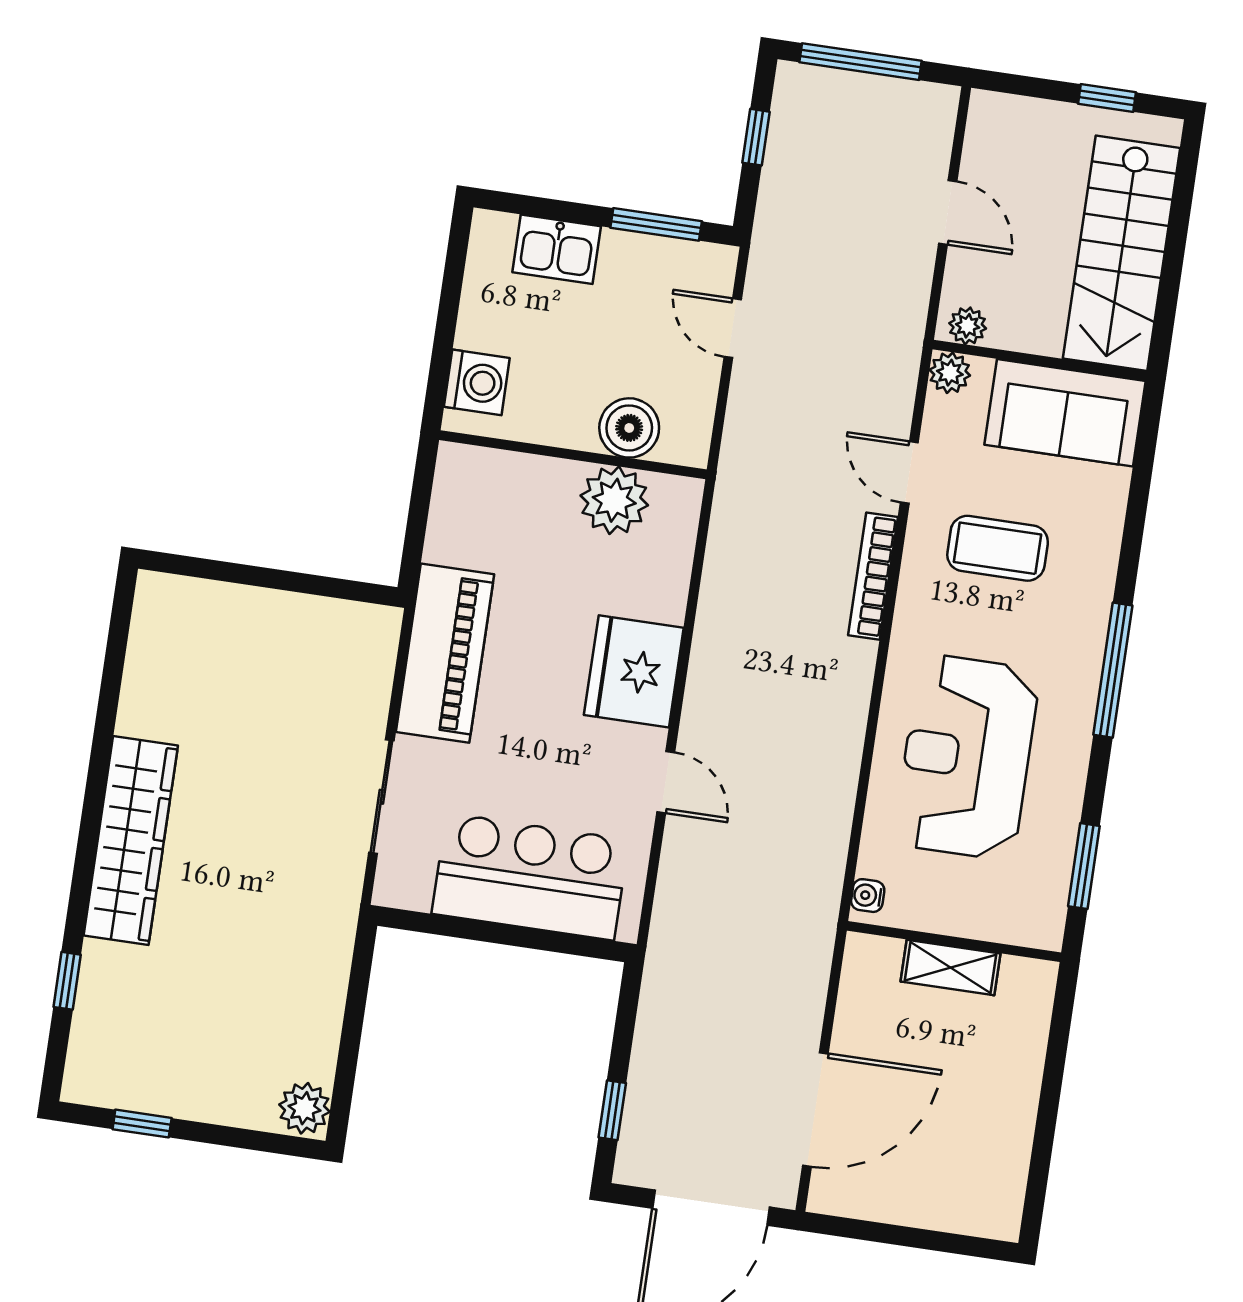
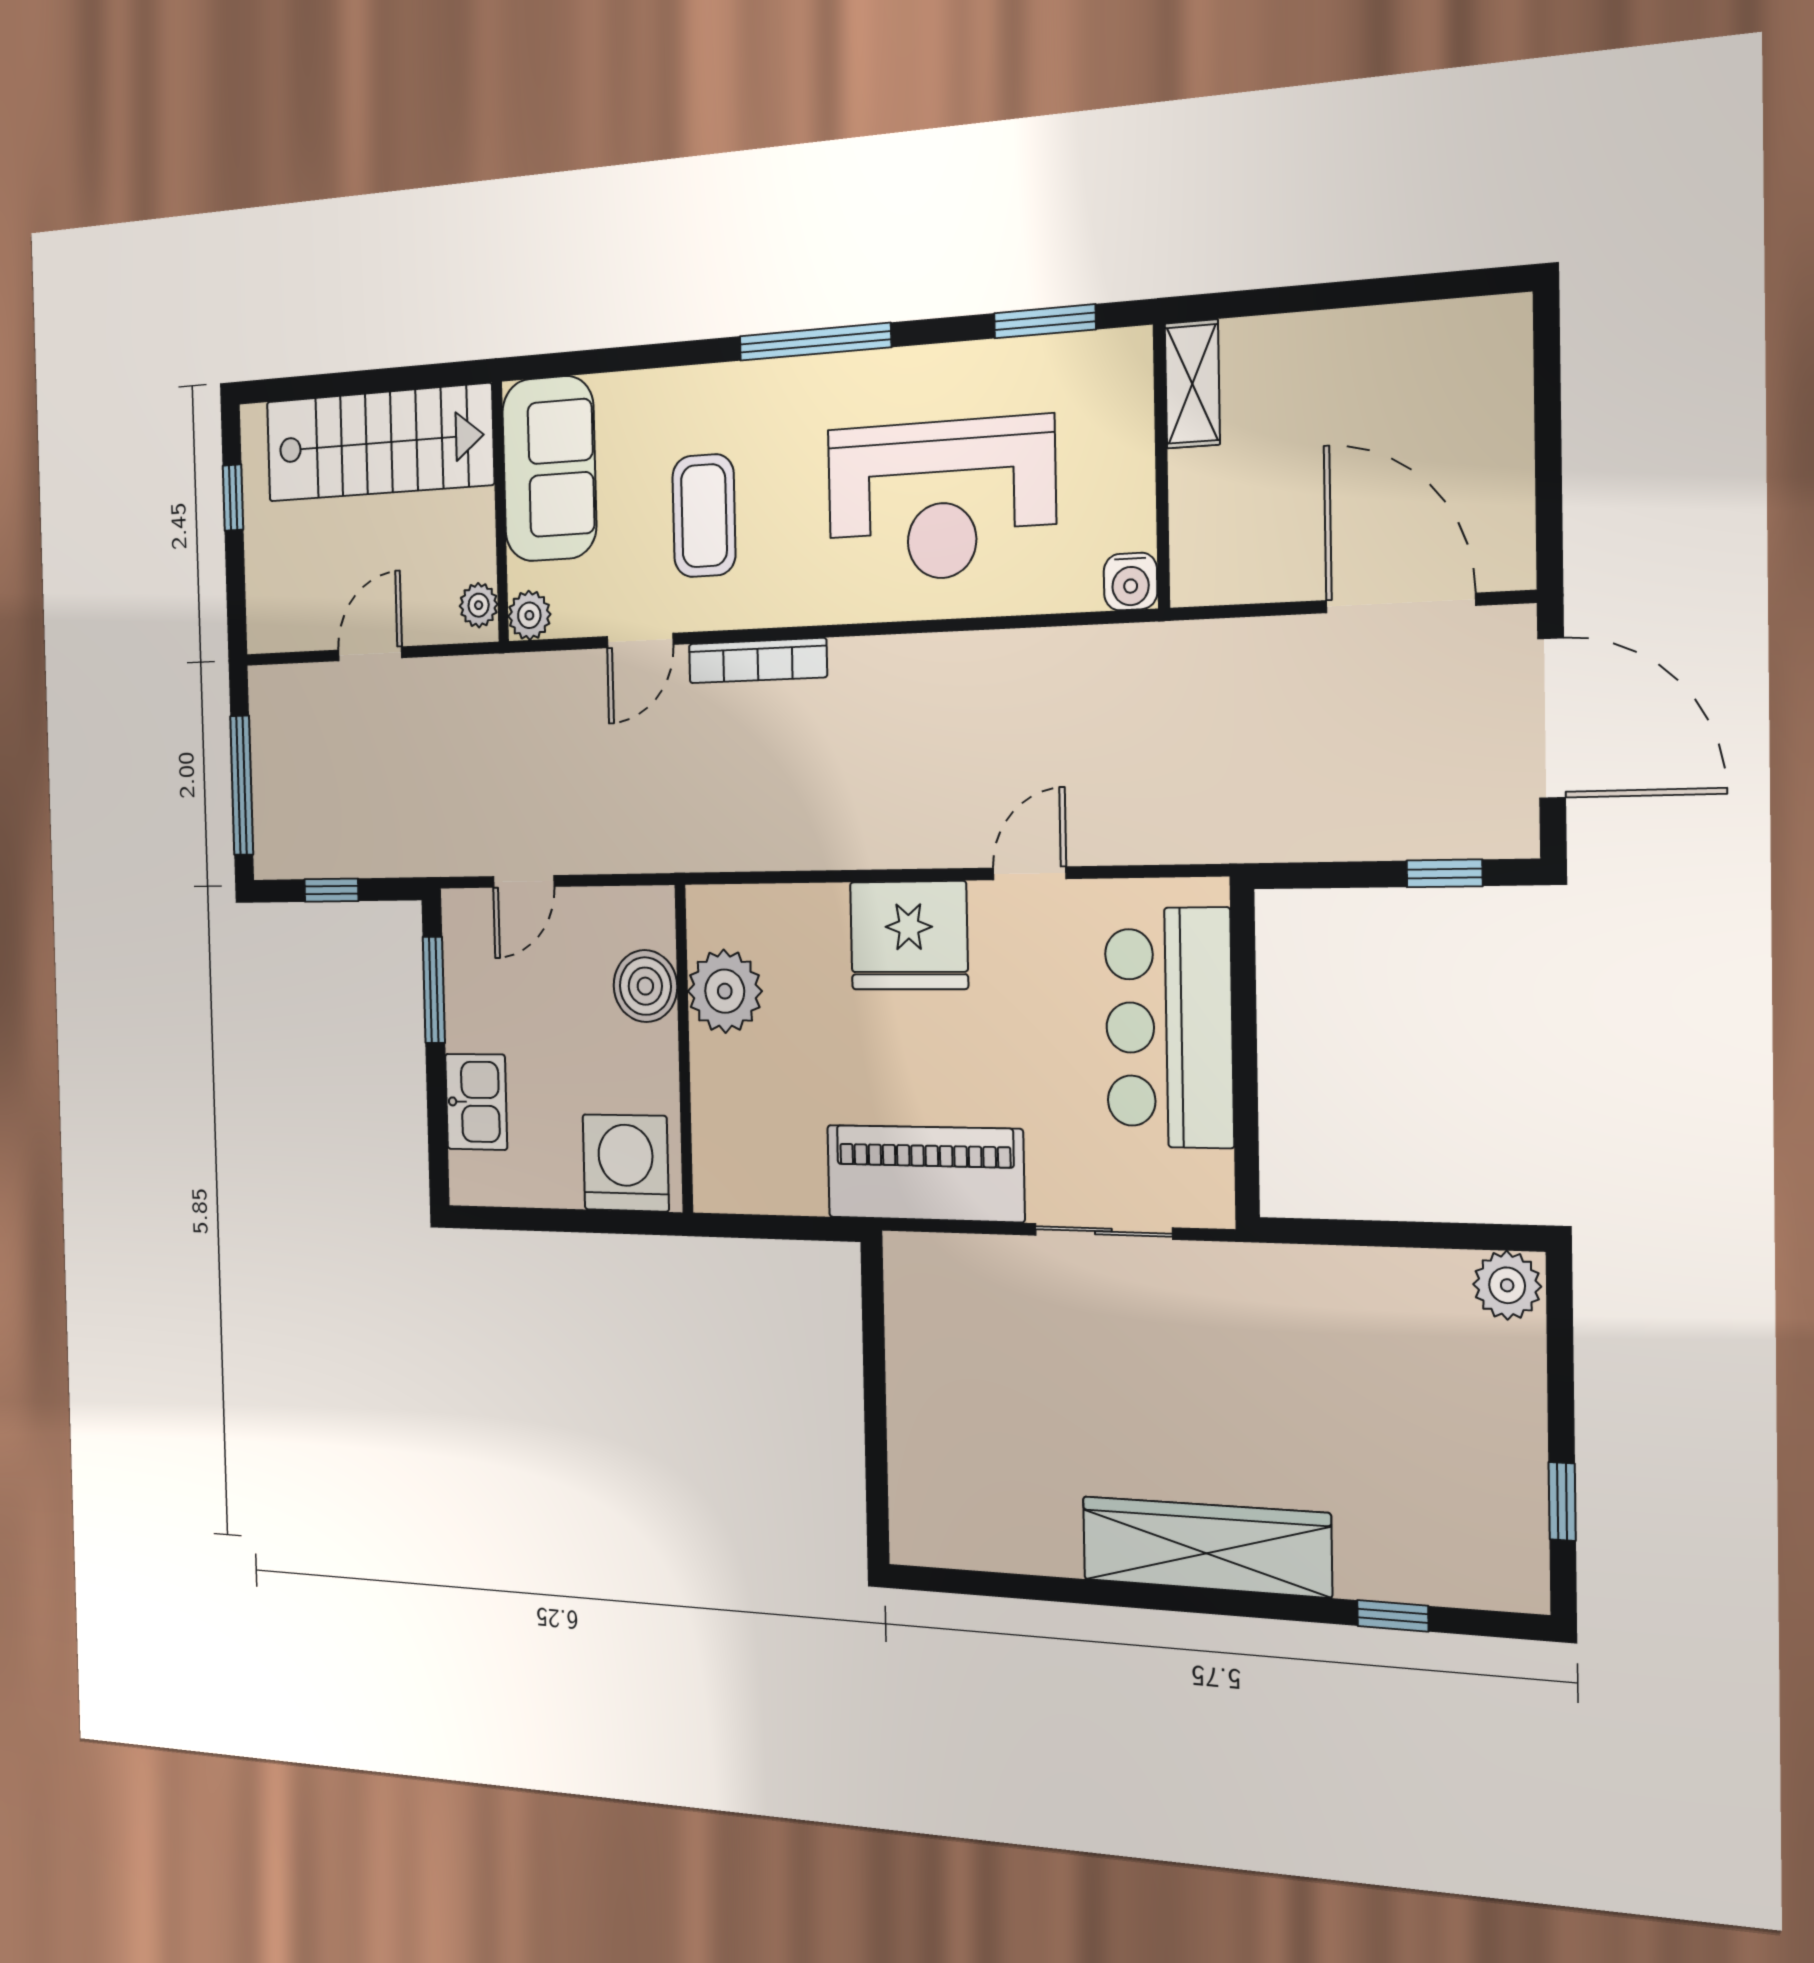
washing machine: (477, 382) -> (626, 1163), width x1.37, depth x1.37
water cooler: (868, 896) -> (1131, 582), width x1.38, depth x1.38
shelving: (951, 967) -> (1192, 384), moved

